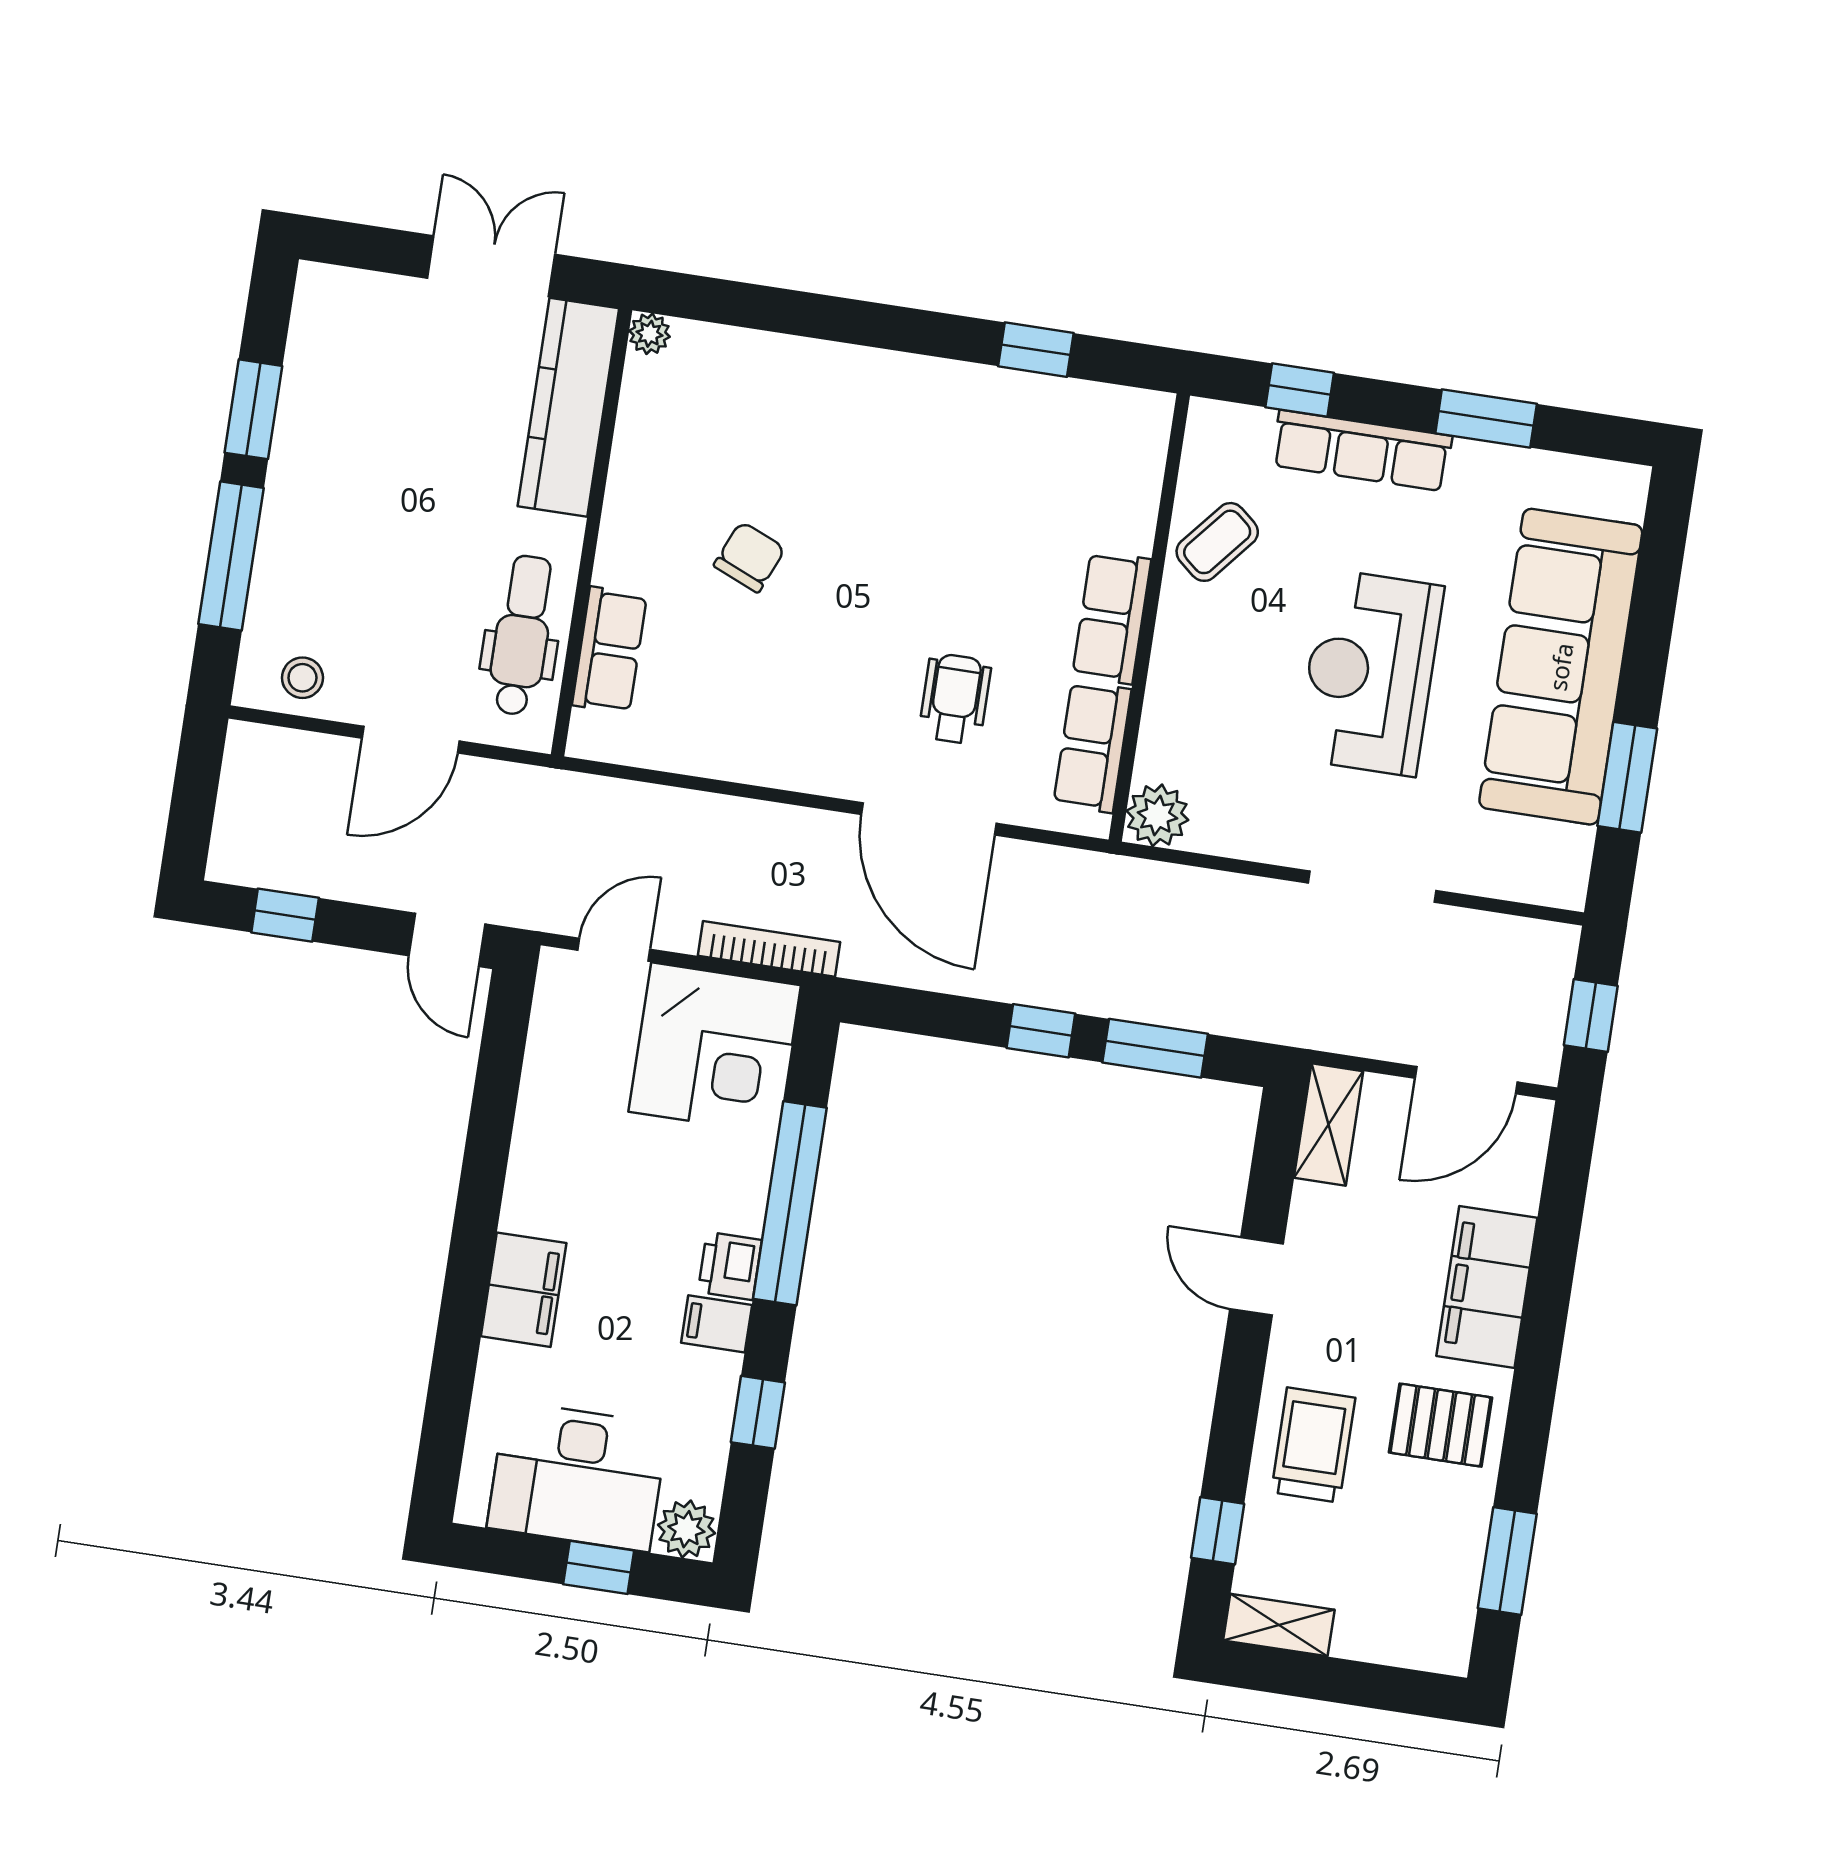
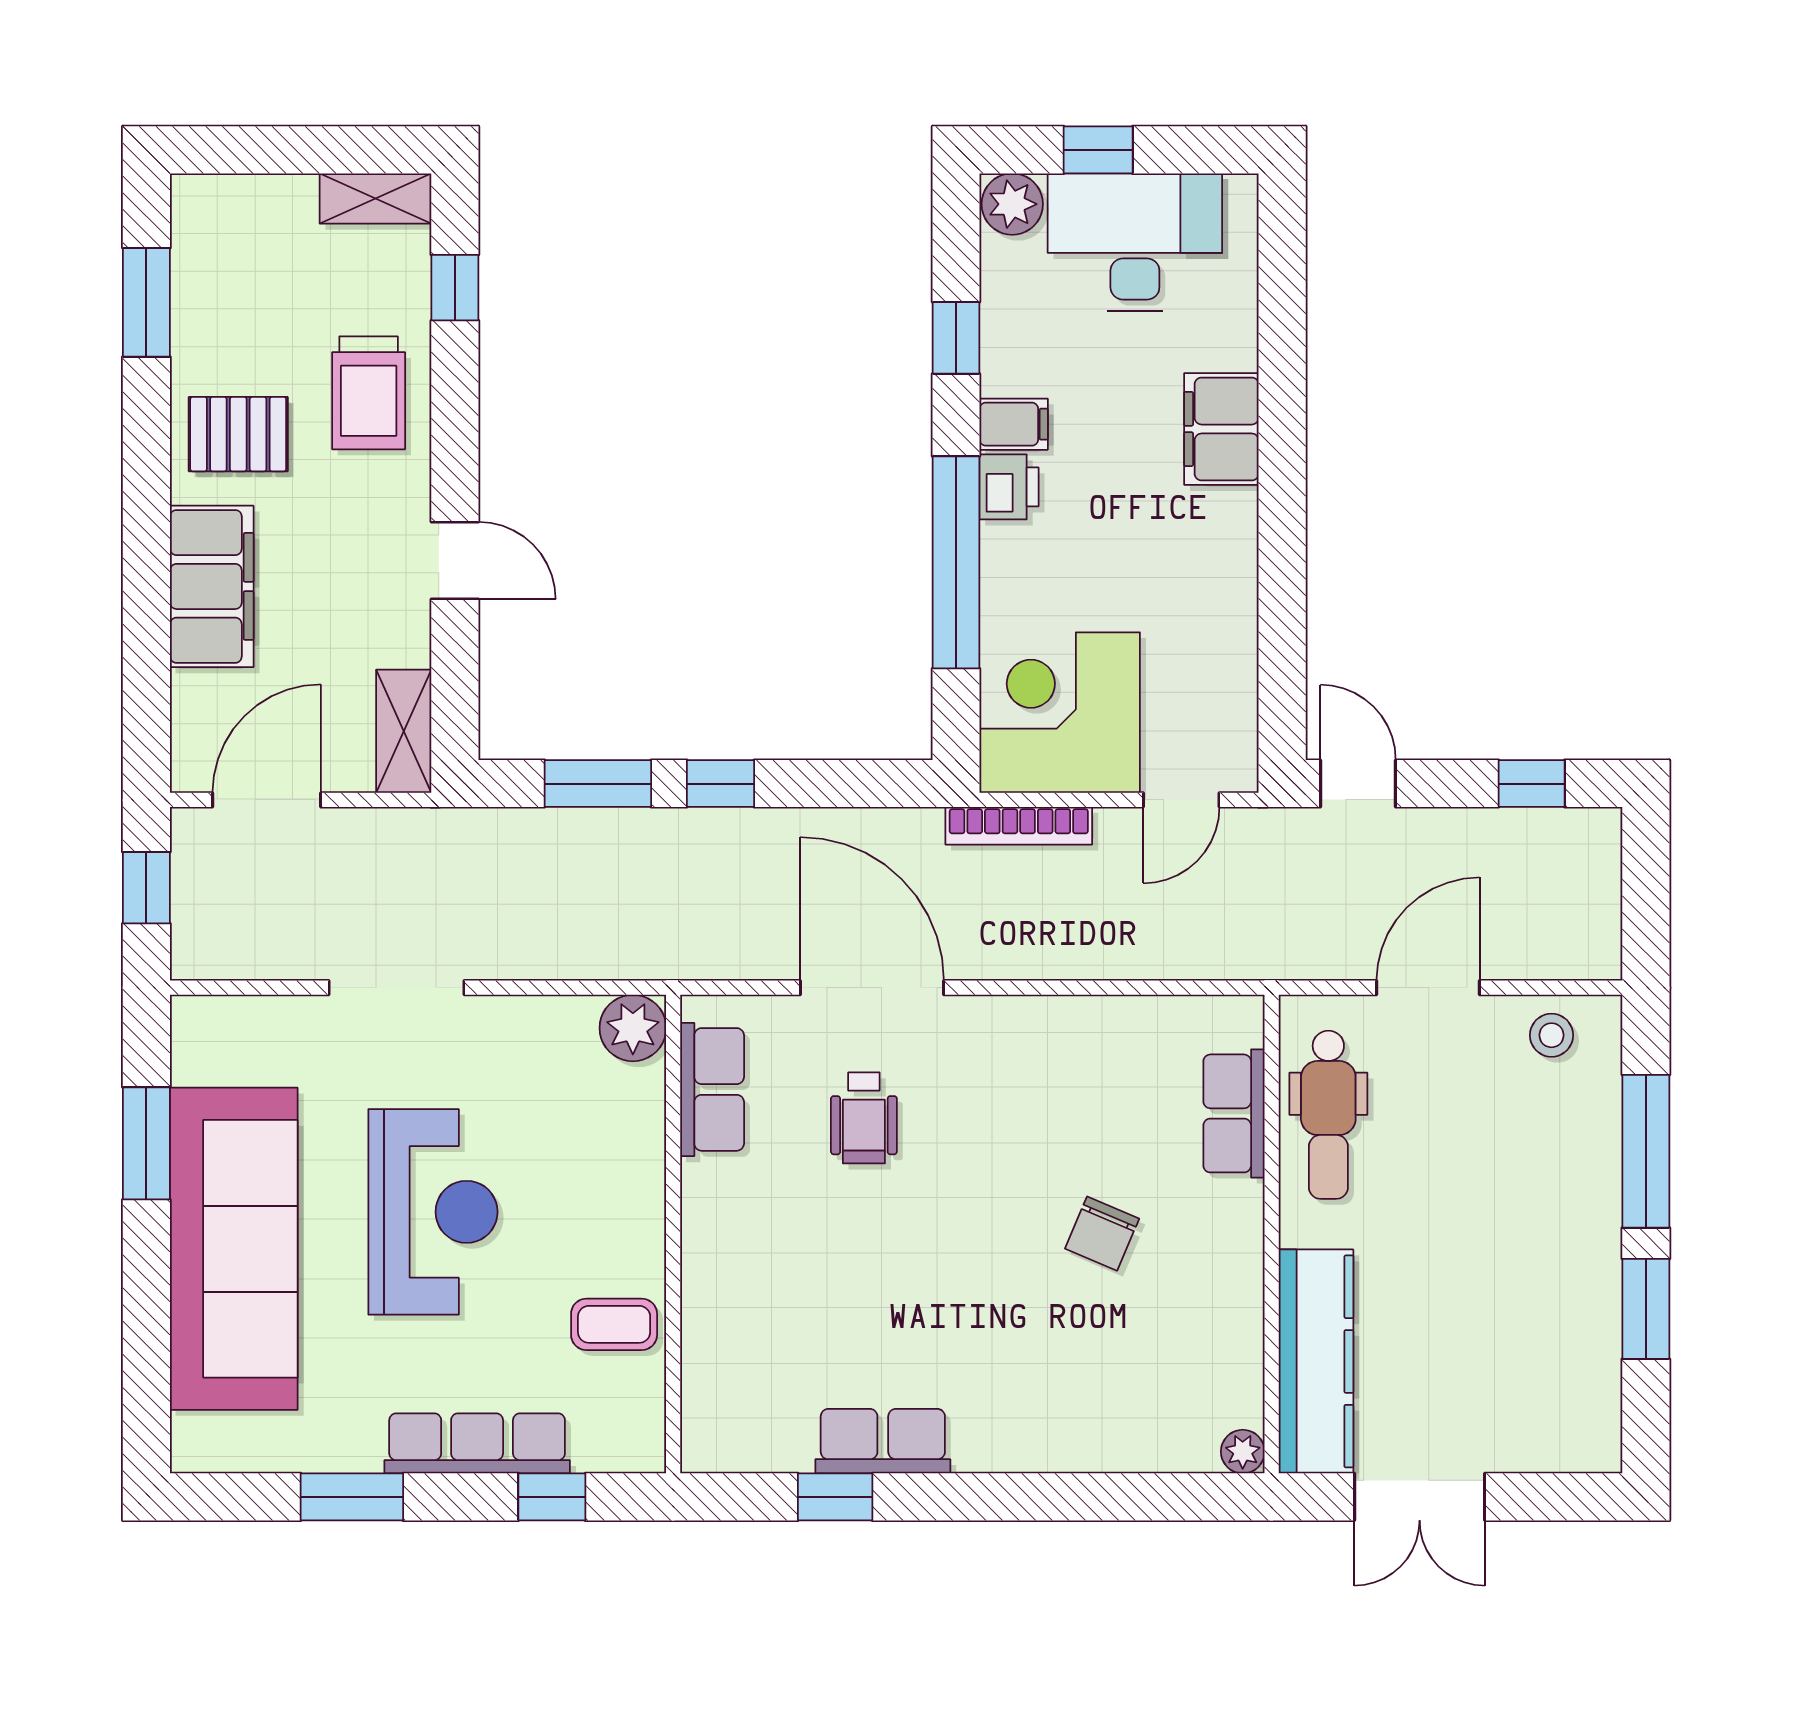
coffee table: (1217, 542) -> (614, 1324), turned 50
row of seats: (1112, 617) -> (883, 1441), moved, turned -90

